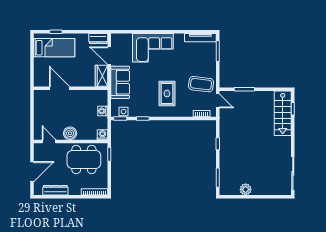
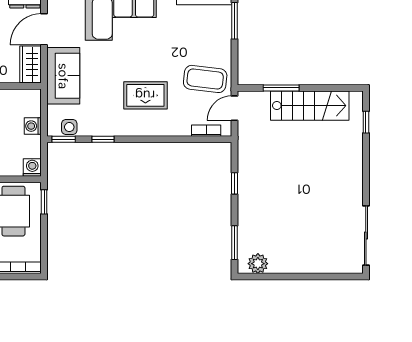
door: (109, 56) -> (44, 29), hinge flipped
rug: (167, 94) -> (145, 95), turned 90
door: (218, 101) -> (235, 108), swing flipped
stairs: (283, 113) -> (310, 106), moved, turned -90
plant: (246, 189) -> (258, 264), moved

